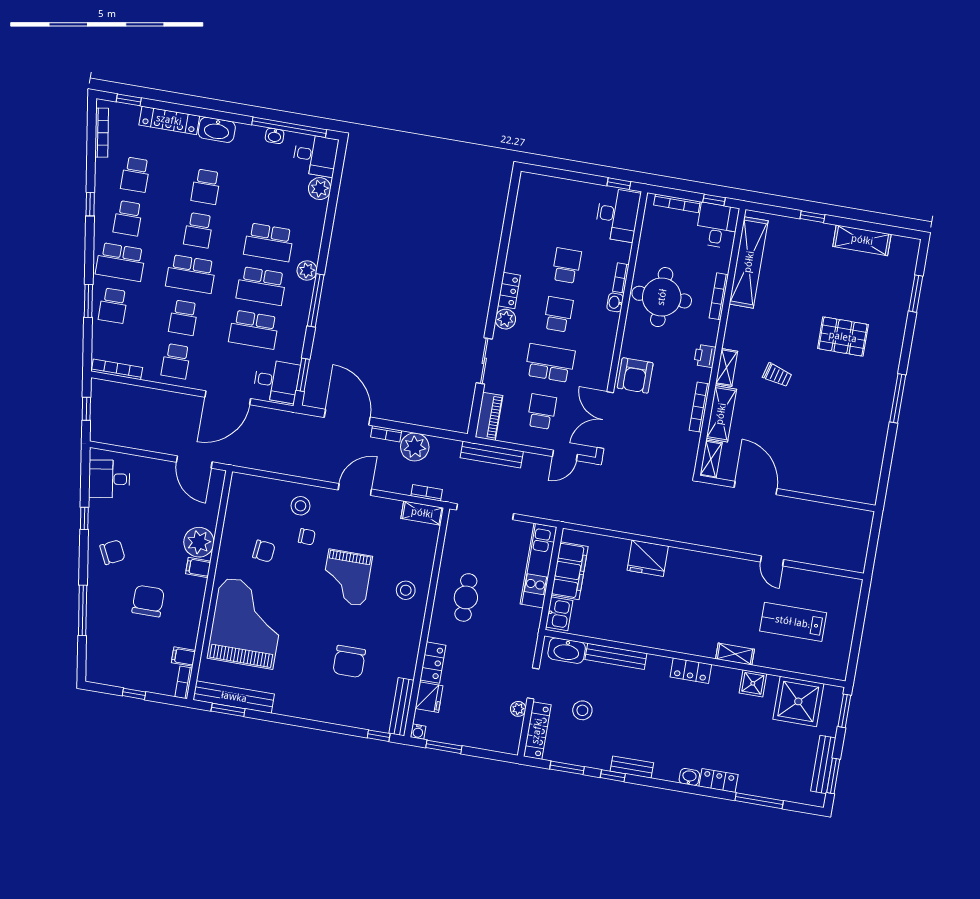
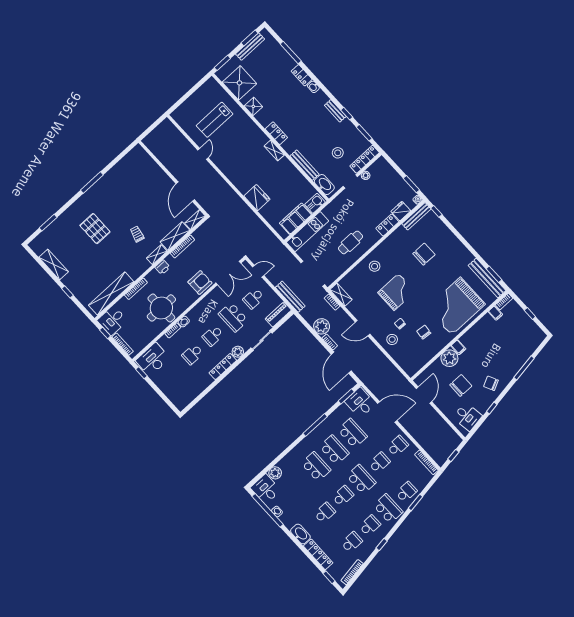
plant: (307, 270) -> (309, 441), removed
locker: (509, 291) -> (223, 367), width x1.53
chair: (148, 601) -> (461, 385), moved, turned 180
lab bench: (793, 622) -> (215, 120), turned 90
shelving: (735, 654) -> (274, 151), moved

